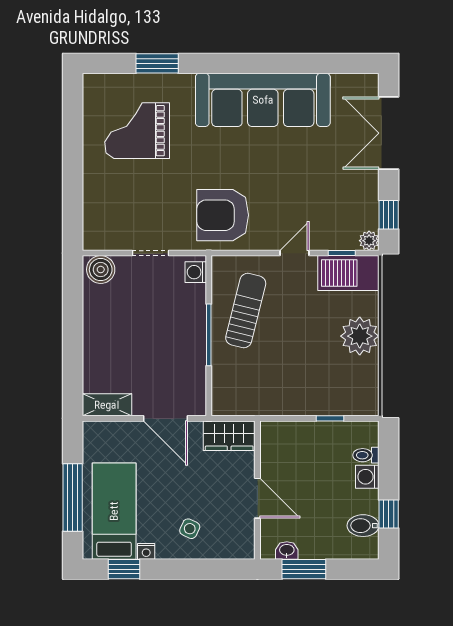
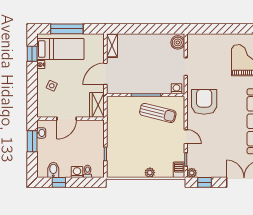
barbecue: (348, 273) -> (179, 170), width x0.53, depth x0.65
plant: (360, 336) -> (150, 173), width x0.53, depth x0.53

